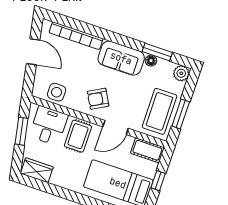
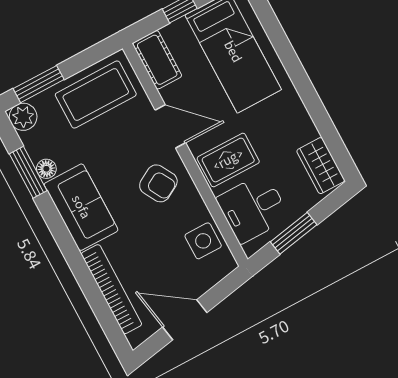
door: (33, 52) -> (185, 320), hinge flipped
window: (181, 114) -> (39, 84), moved

